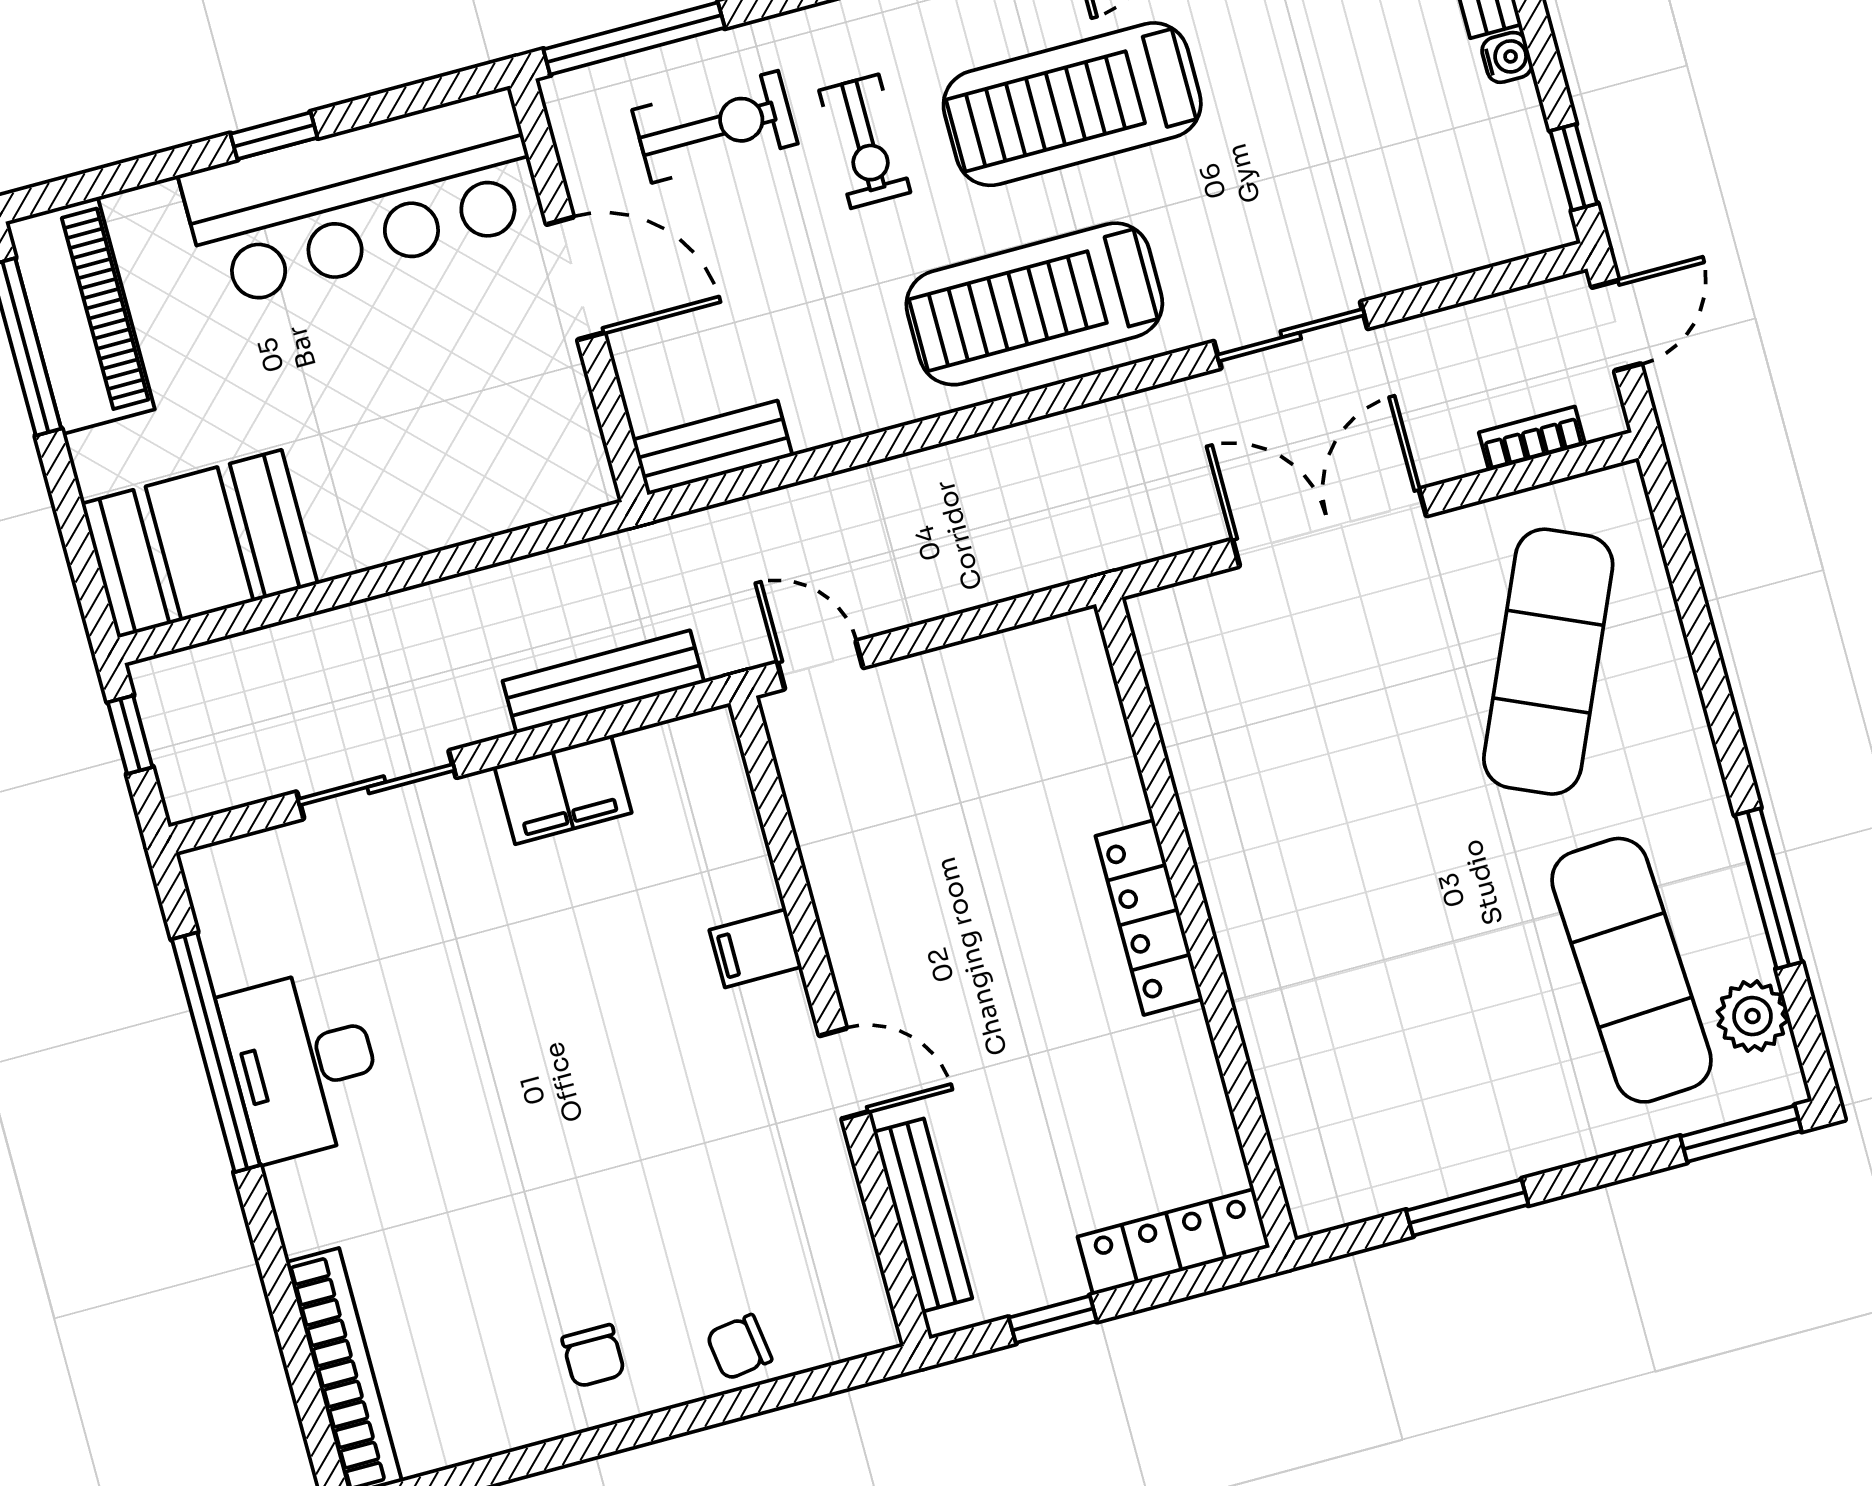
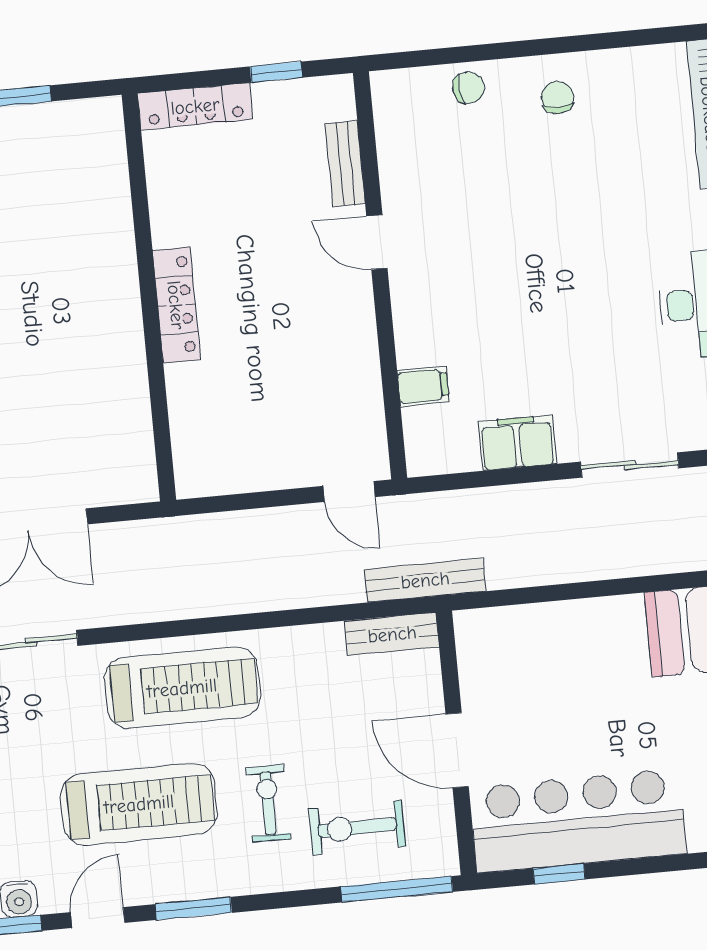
window: (274, 136) -> (559, 874), moved
bench: (603, 682) -> (425, 580), moved
filing cabinet: (755, 948) -> (423, 386), moved
bench: (923, 1215) -> (345, 164), width x0.73

